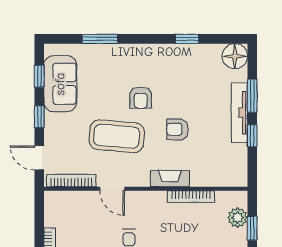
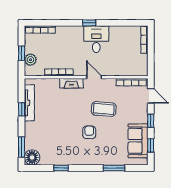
window: (252, 96) -> (22, 147), moved
tv unit: (239, 113) -> (29, 103), moved
armchair: (177, 129) -> (67, 113), removed
coffee table: (117, 136) -> (104, 109), width x0.73, depth x0.76
door: (112, 189) -> (94, 77), moved

